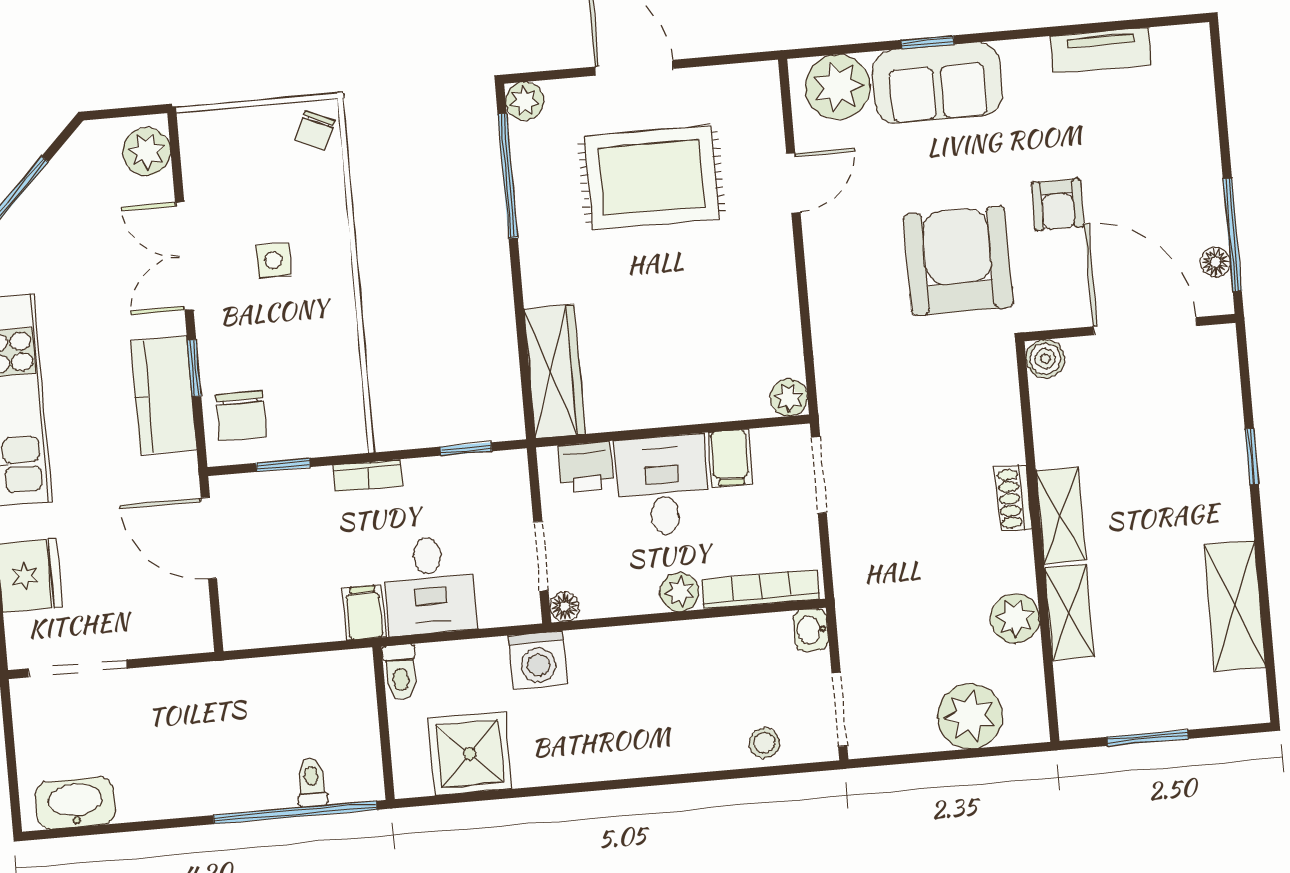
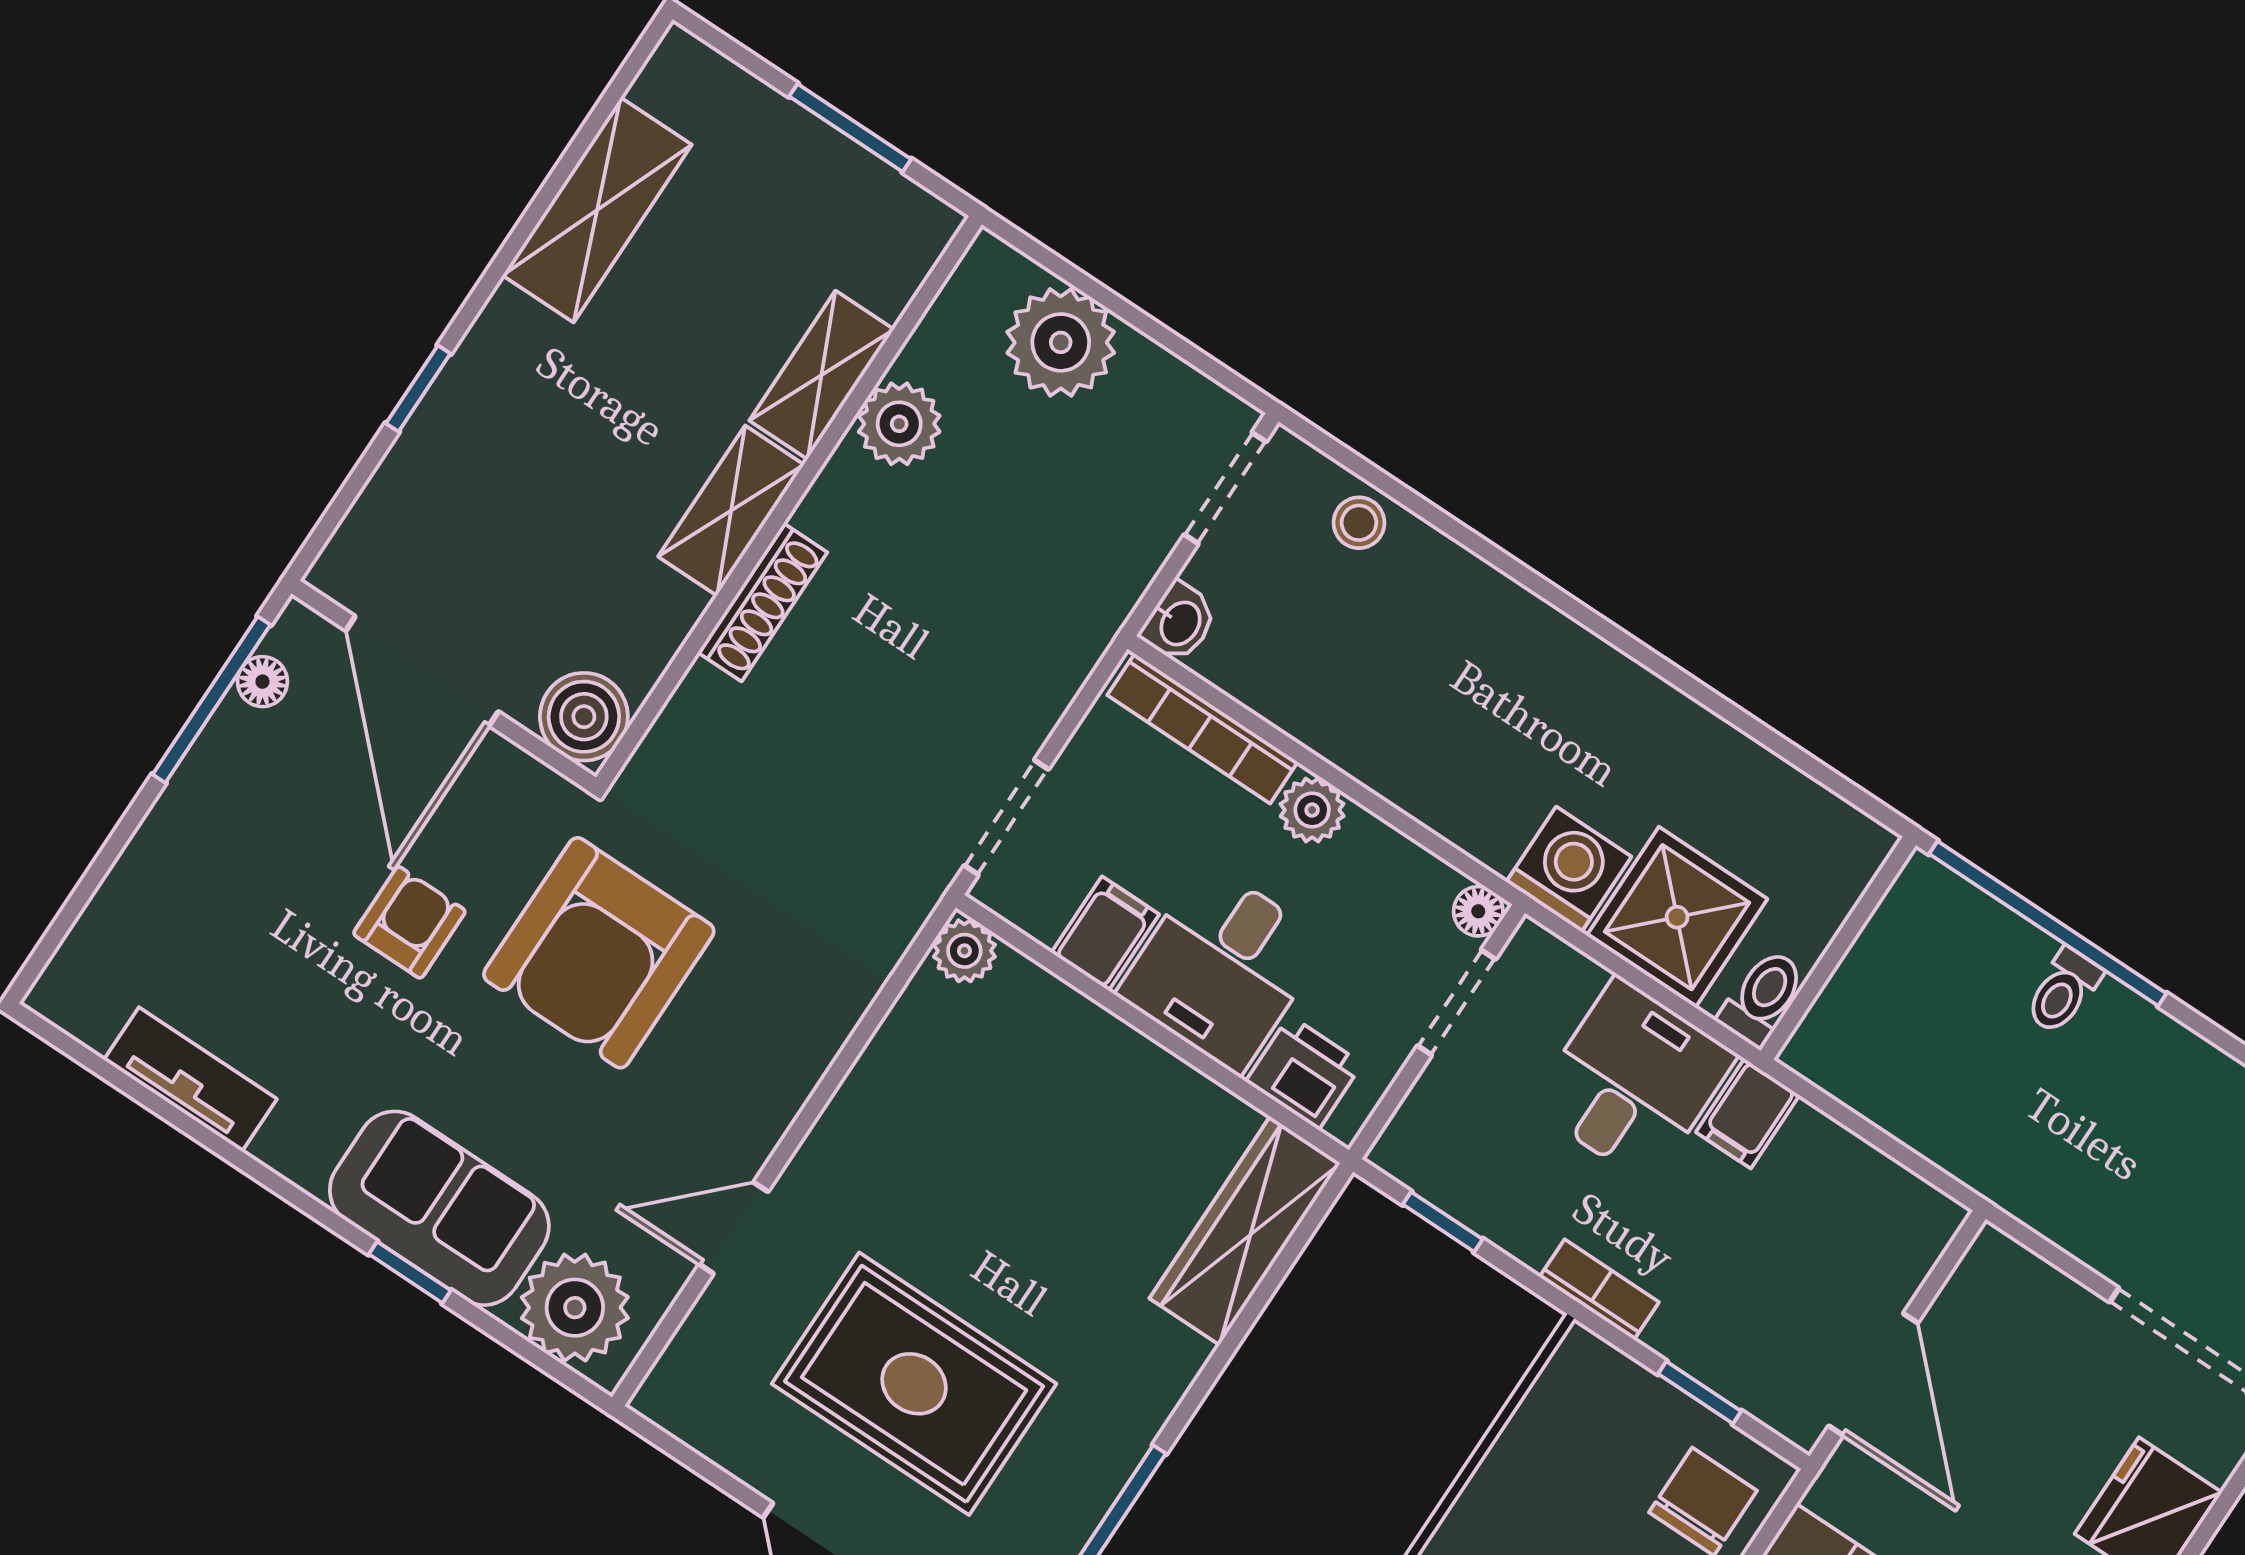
boiler: (1045, 359) -> (584, 717), width x1.36, depth x1.36
shoe rack: (1013, 498) -> (763, 602), width x1.43
shower: (470, 754) -> (1677, 917), moved
toilet: (312, 782) -> (2063, 991), moved

